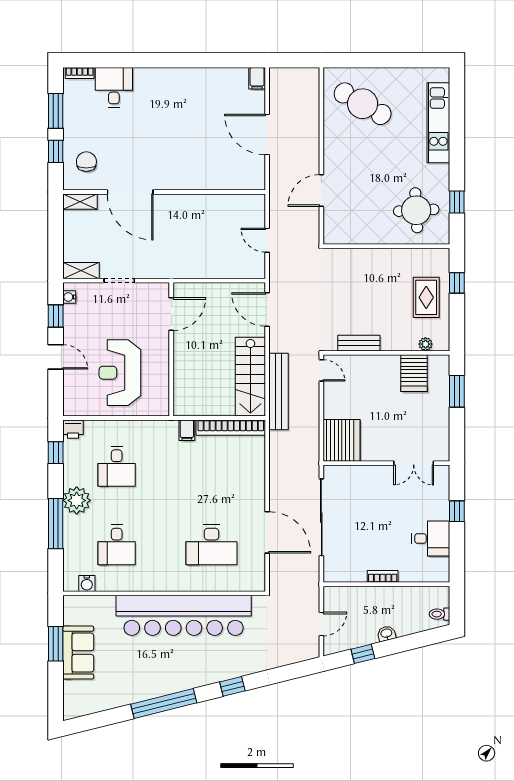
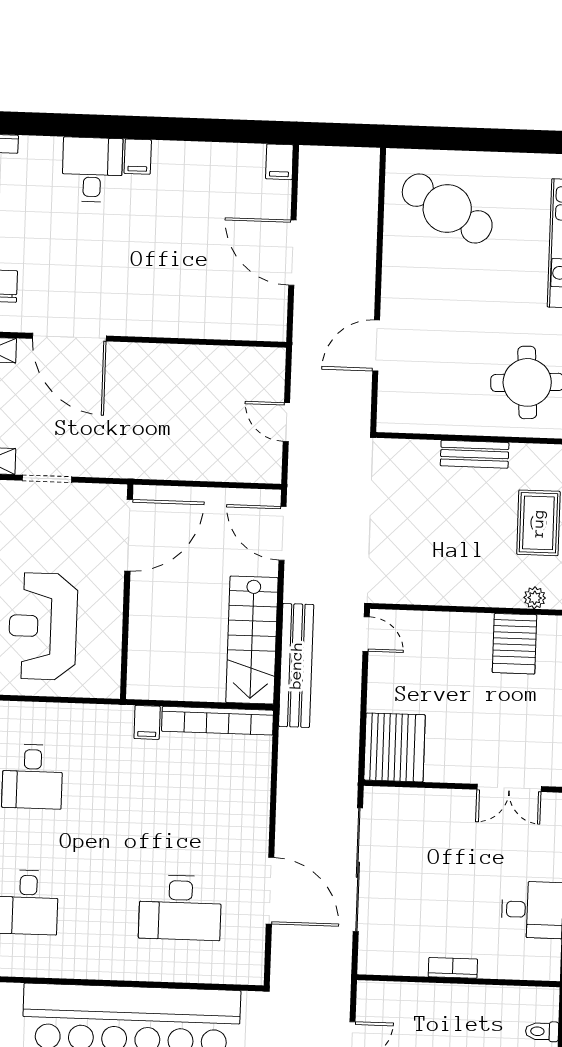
filing cabinet: (169, 78) -> (138, 157), added
desk: (114, 87) -> (92, 170), moved
door: (171, 314) -> (129, 535), width x1.36
bench: (359, 343) -> (475, 454), moved

